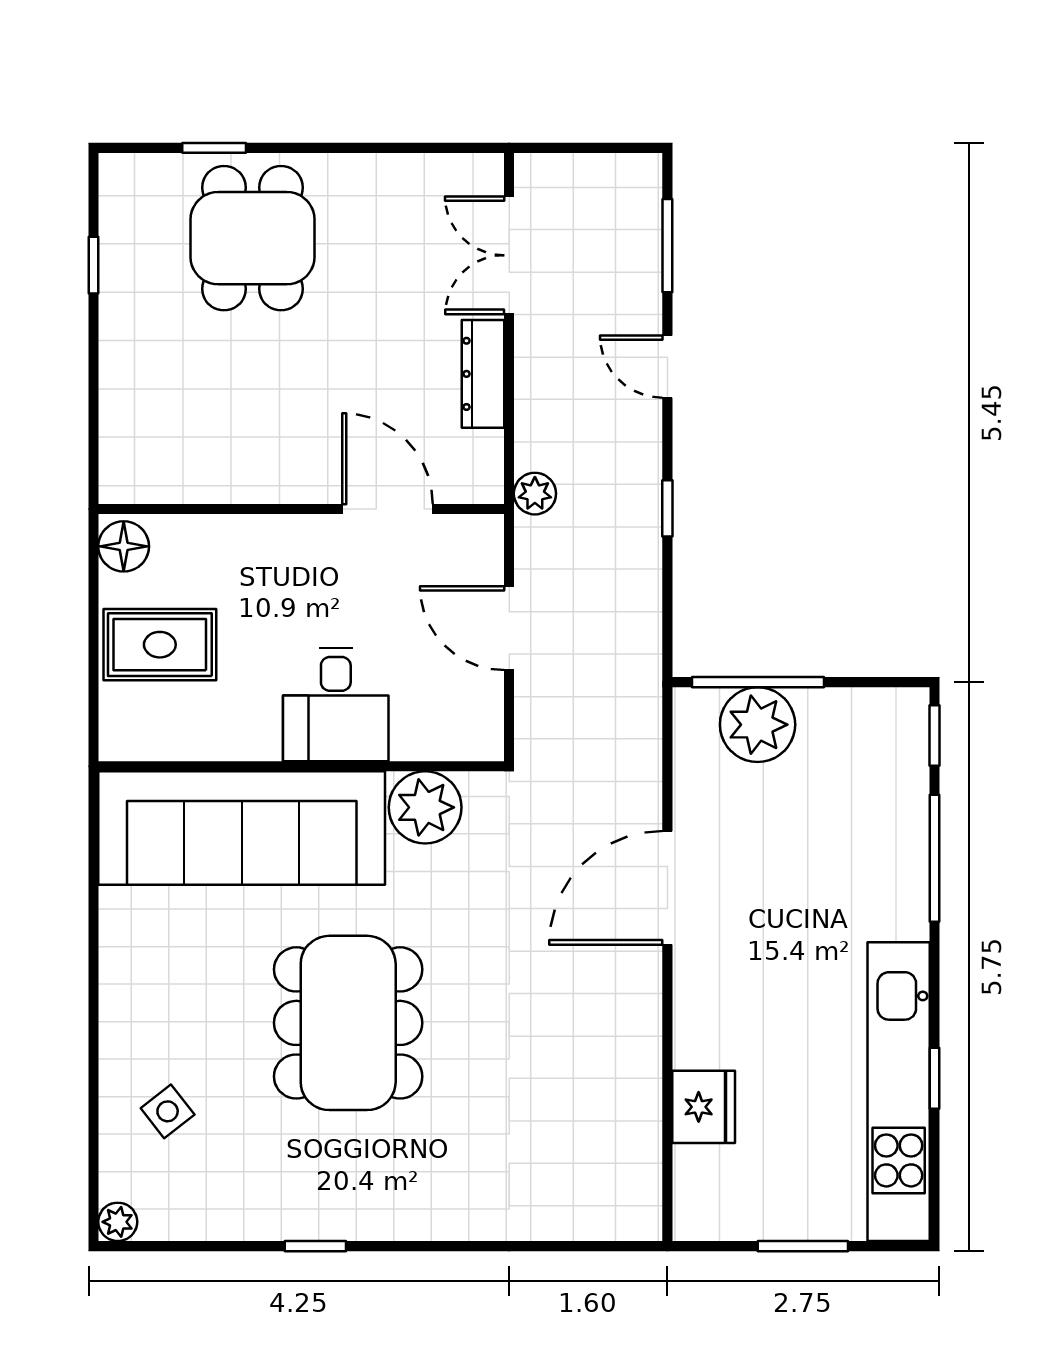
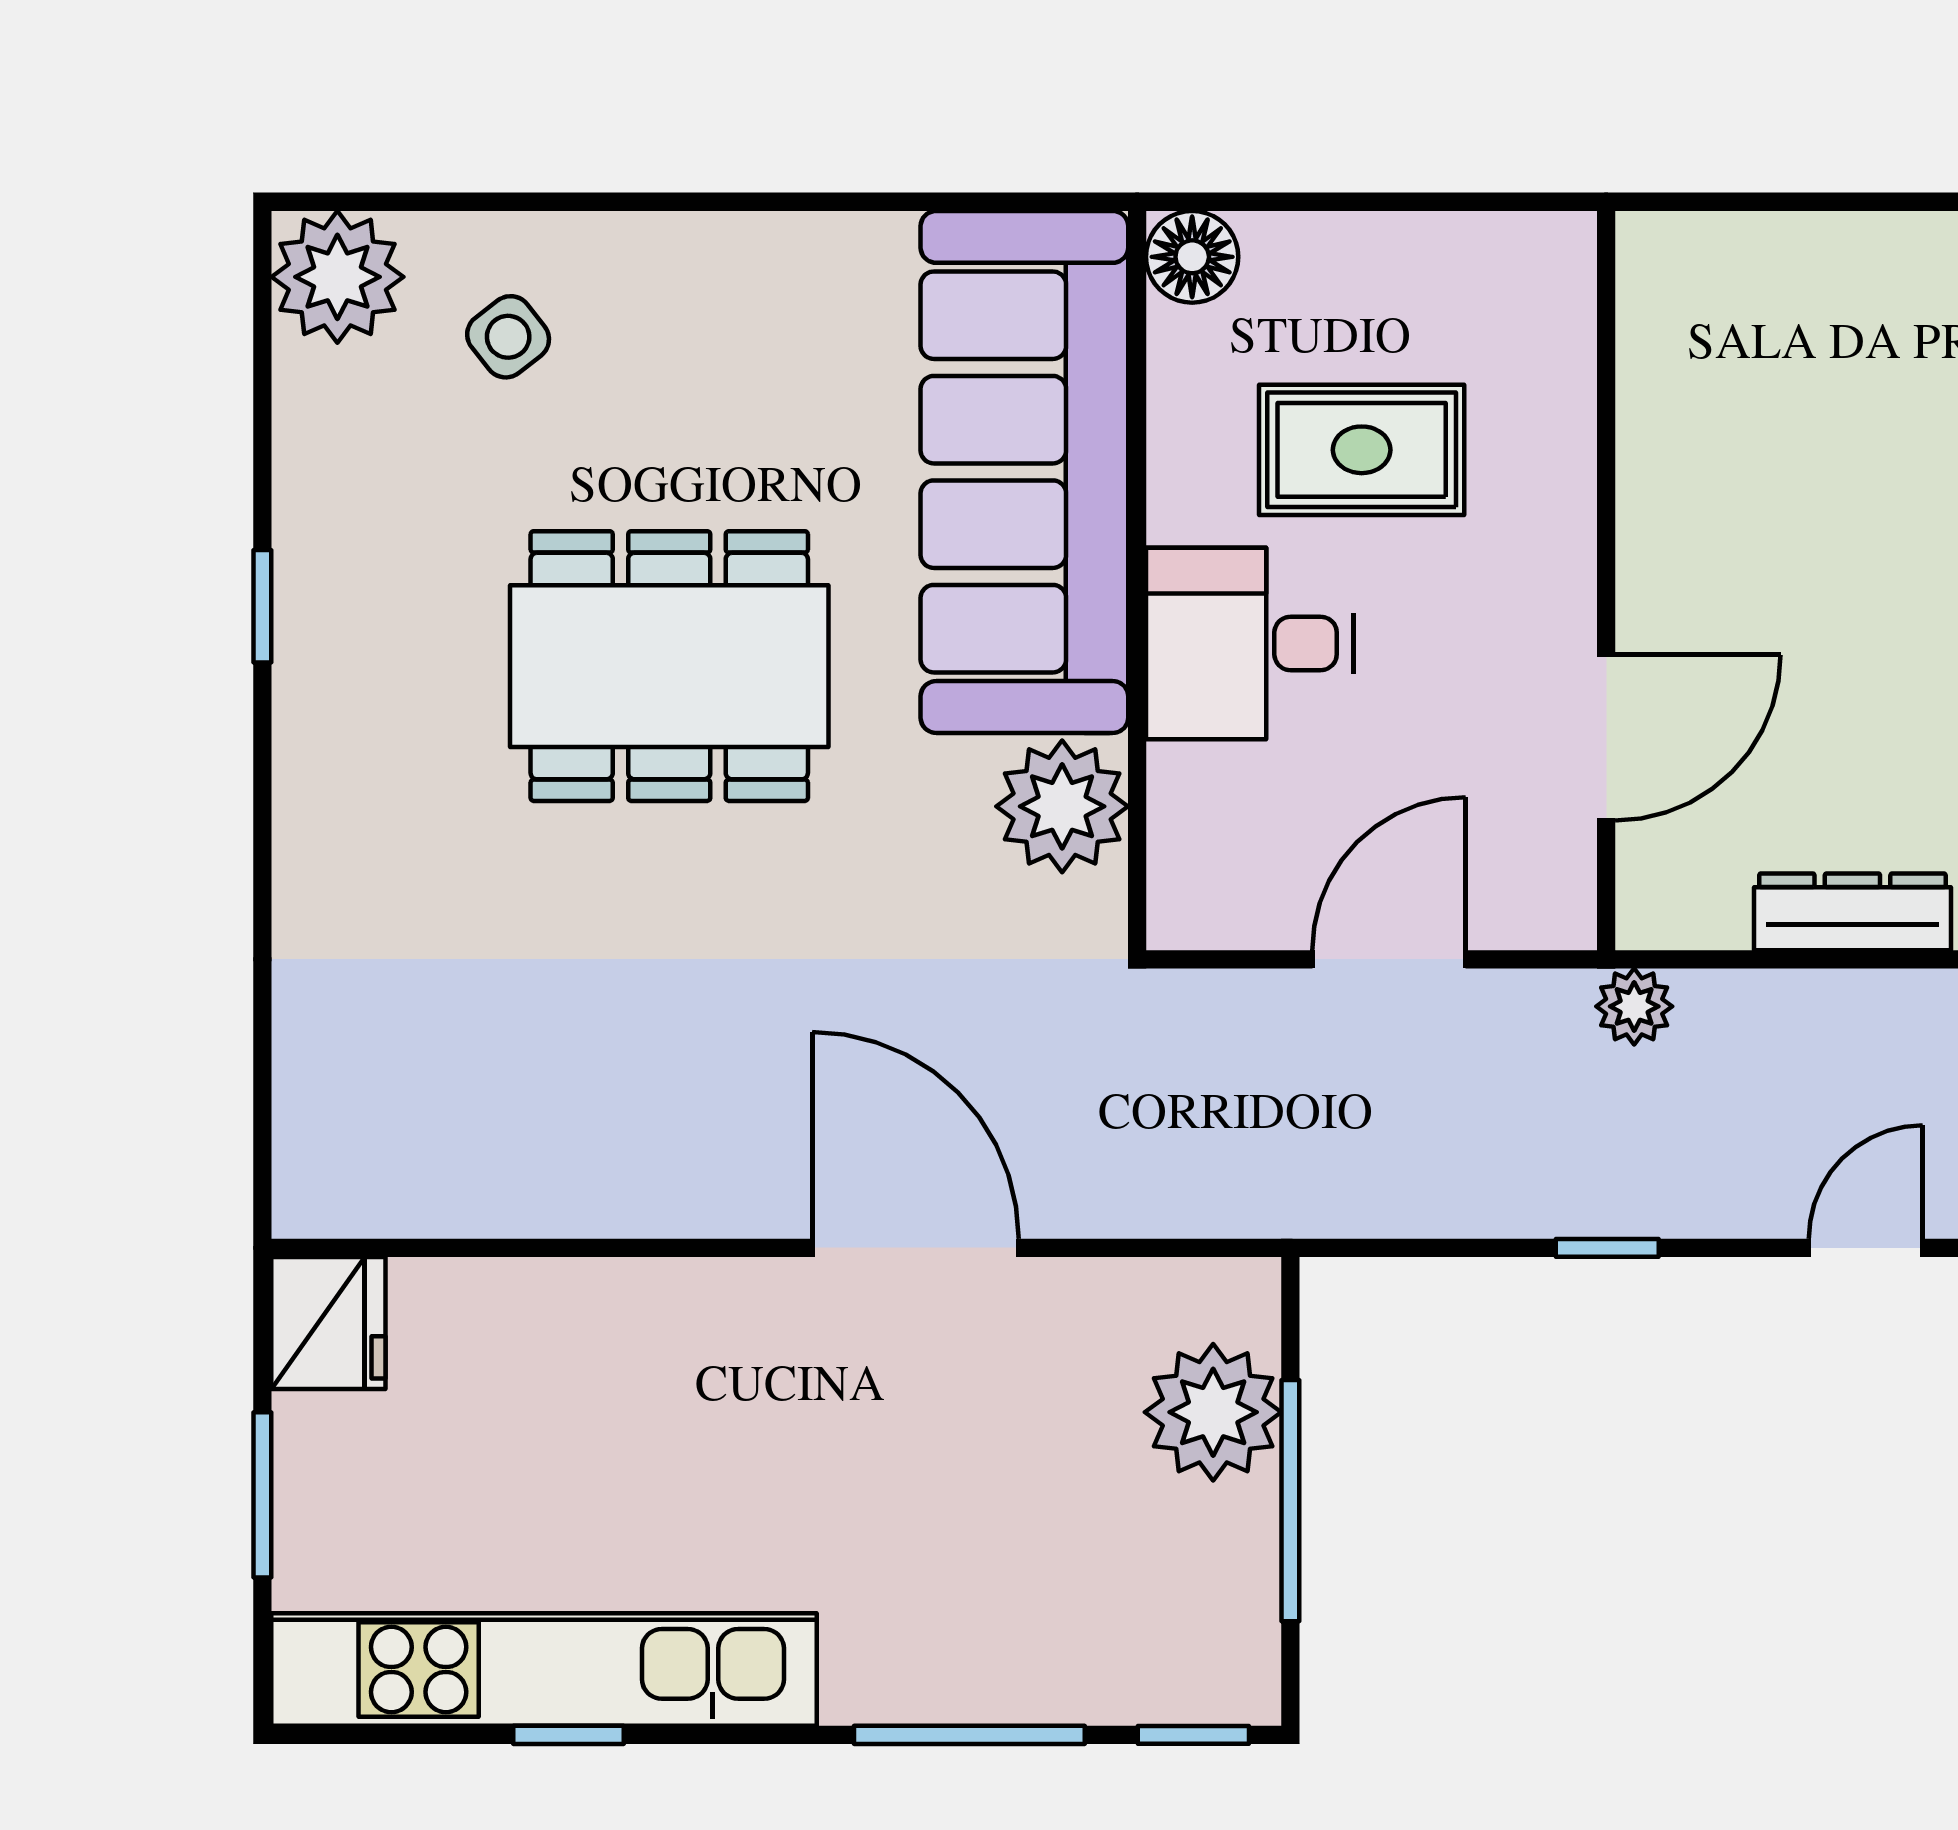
floor lamp: (124, 546) -> (1192, 257), moved
rug: (160, 645) -> (1362, 450), moved, turned 90
window: (758, 682) -> (1290, 1501), moved
fridge: (704, 1107) -> (328, 1323), moved, turned -90
plant: (118, 1222) -> (337, 277), width x1.88, depth x1.88

